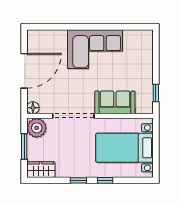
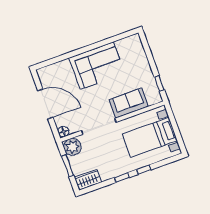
door: (24, 71) -> (45, 104), hinge flipped

